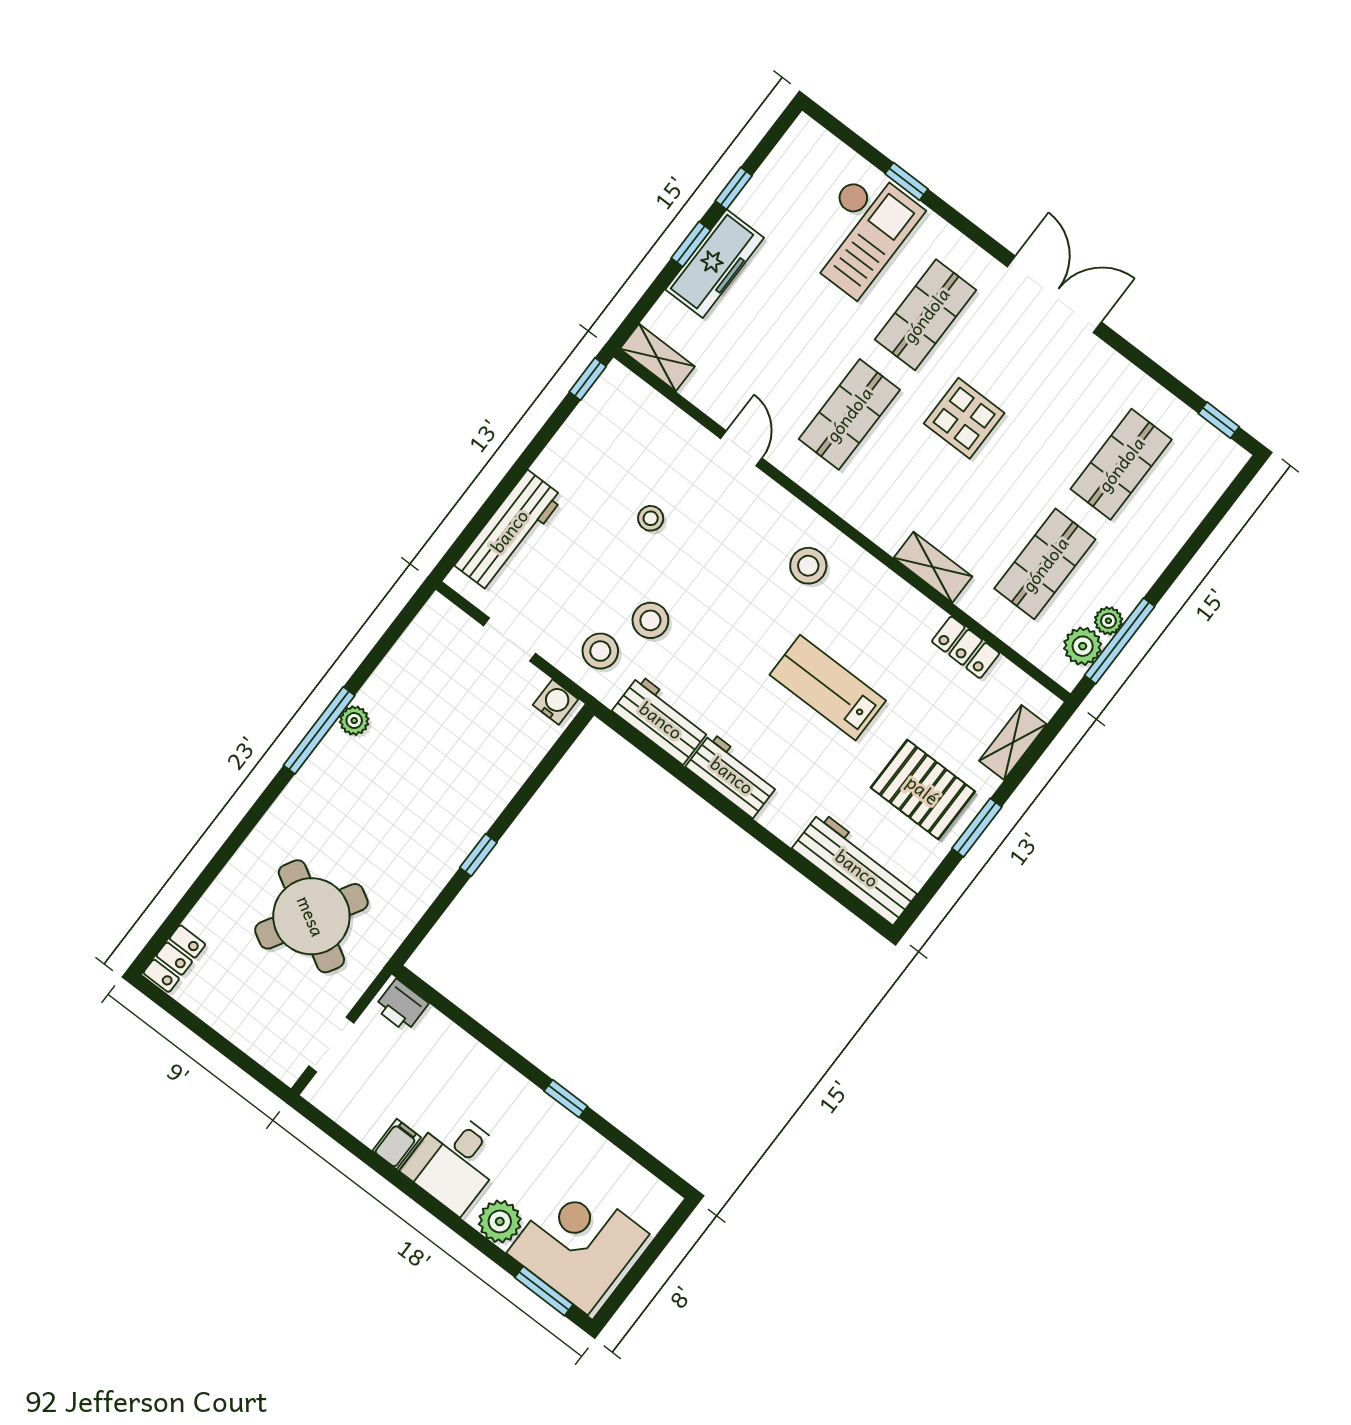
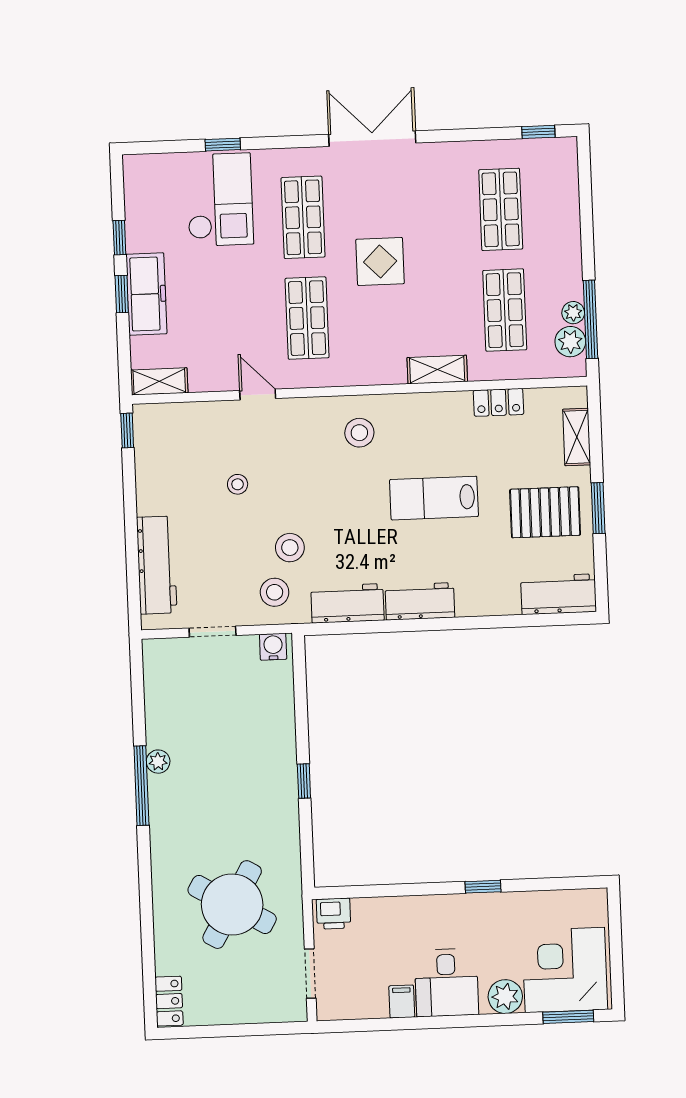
workbench: (857, 868) -> (559, 594), width x0.73

